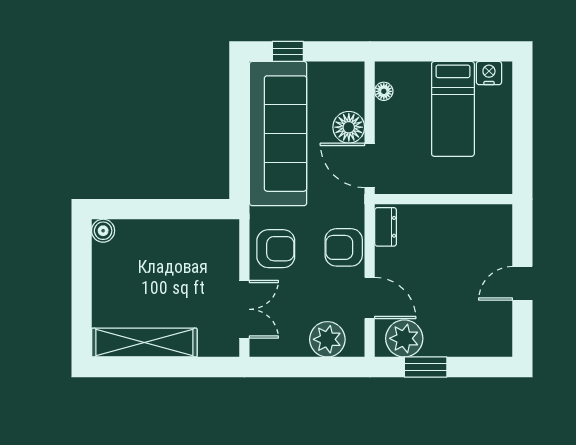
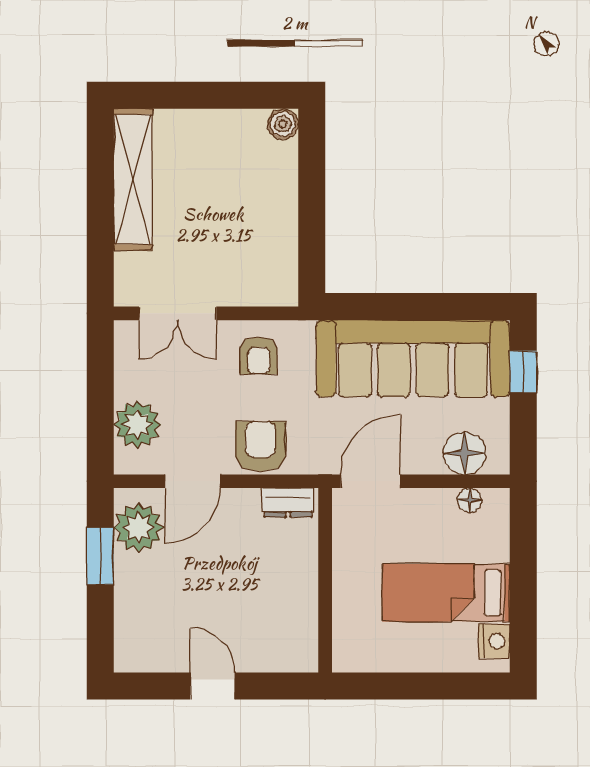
floor lamp: (349, 127) -> (465, 453), moved
armchair: (276, 249) -> (259, 355), width x0.72, depth x0.72

